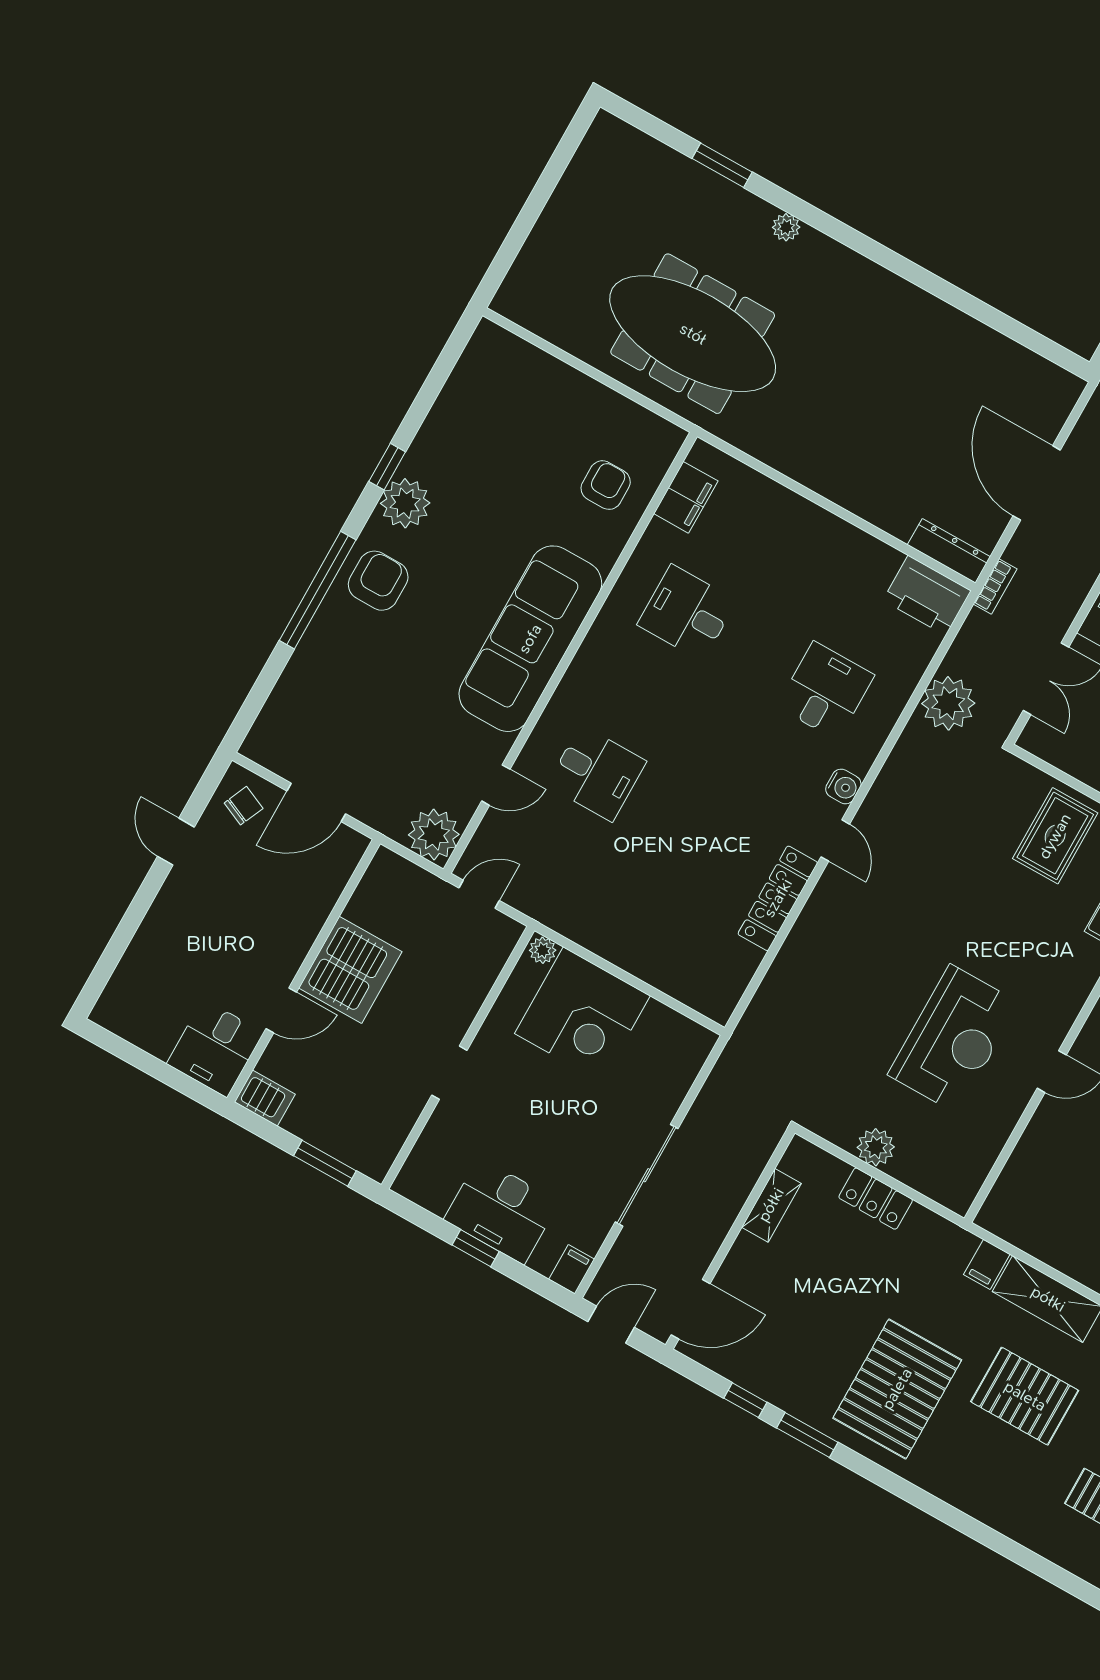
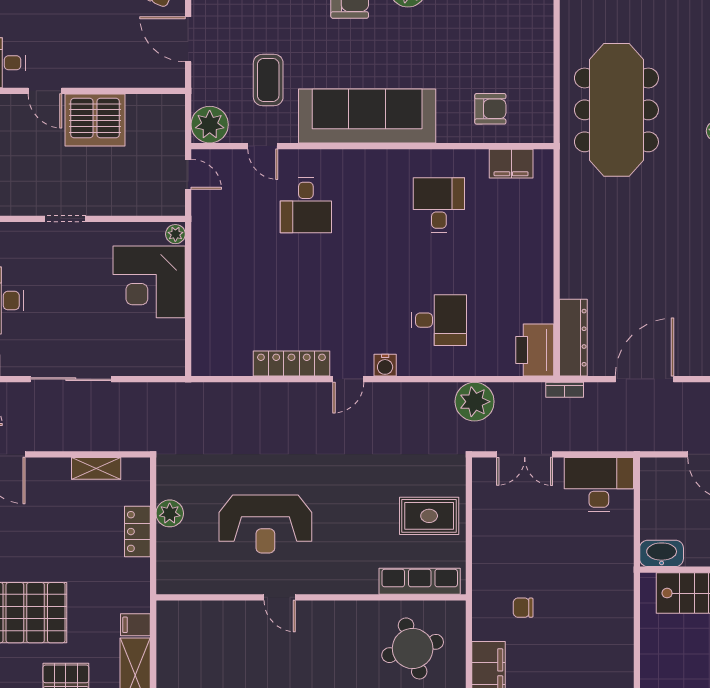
dresser: (949, 551) -> (573, 338), width x1.37, depth x1.24
coffee table: (420, 734) -> (268, 80), added

